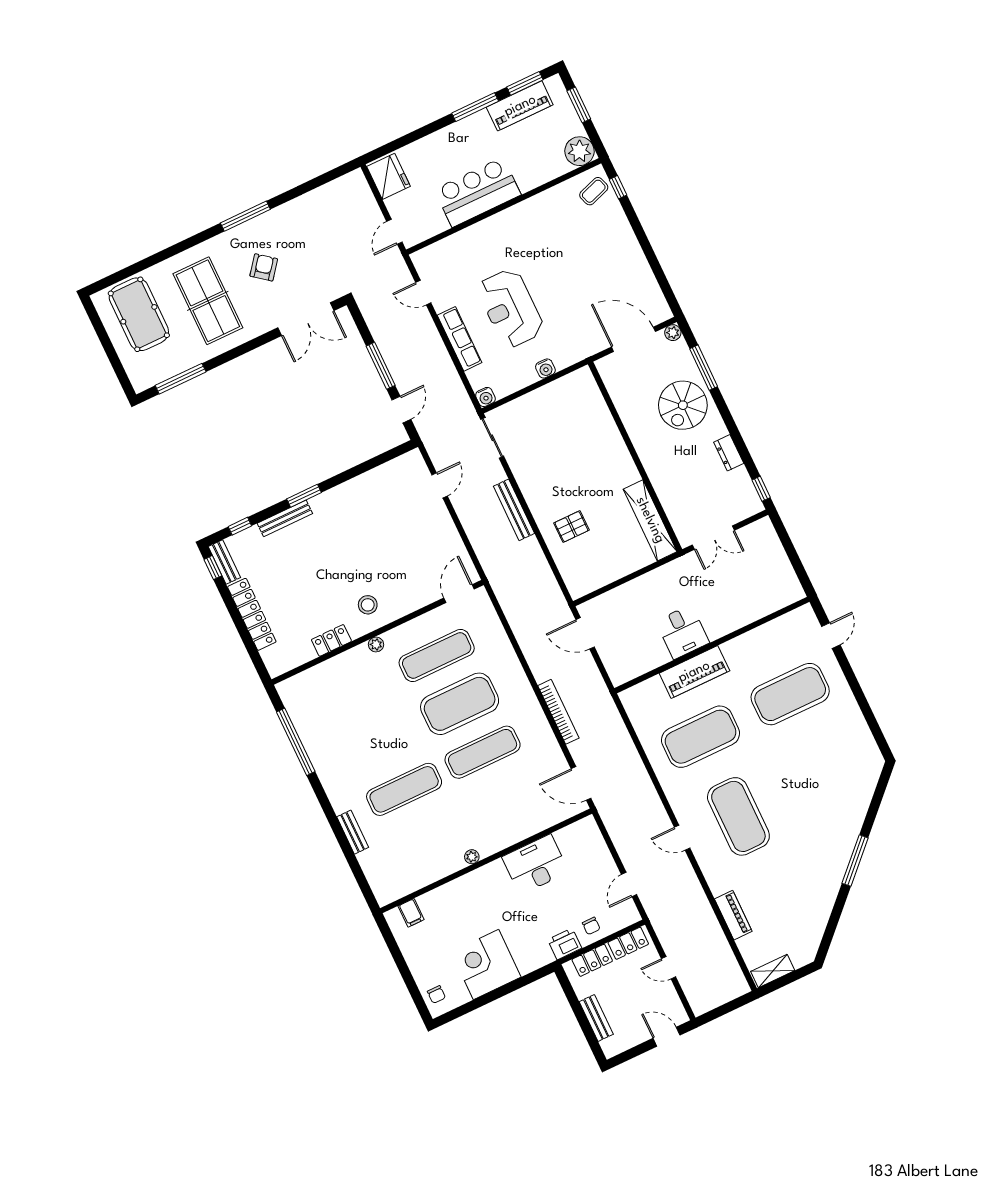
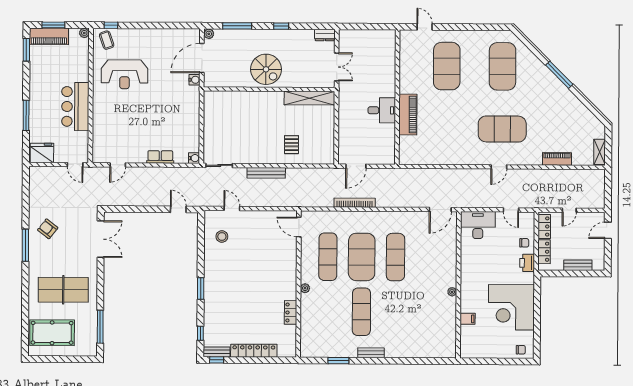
piano: (520, 106) -> (49, 36), moved, turned 90
window: (475, 107) -> (26, 115), moved
plant: (579, 151) -> (84, 33), width x0.53, depth x0.53
armchair: (264, 267) -> (48, 229), moved
reception desk: (510, 308) -> (124, 74), moved
row of seats: (460, 339) -> (160, 157), width x0.68
window: (381, 366) -> (148, 209), removed
water cooler: (545, 368) -> (195, 80), moved
spiral stairs: (683, 405) -> (266, 69), moved
dresser: (729, 453) -> (325, 35), moved
window: (761, 489) -> (281, 26), moved
bench: (285, 518) -> (208, 306), removed
stool: (368, 605) -> (222, 237), moved
bookcase: (558, 712) -> (355, 203), moved
exercise mat: (701, 737) -> (503, 66), moved
window: (296, 742) -> (338, 361), width x0.47
exercise mat: (404, 789) -> (361, 312), moved
bench: (353, 832) -> (371, 353), moved
desk: (535, 864) -> (478, 225), moved, turned 90
filing cabinet: (411, 913) -> (468, 319), moved
corner desk: (486, 964) -> (511, 307), width x1.36, depth x1.36

